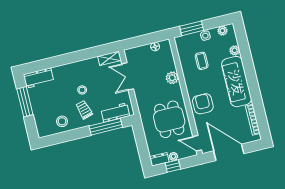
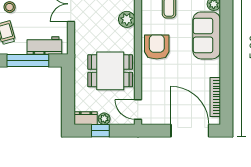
sofa: (237, 82) -> (207, 35), width x0.73
armchair: (203, 104) -> (157, 47), moved
dining table: (169, 119) -> (110, 71), turned 90
door: (229, 152) -> (190, 131), moved

